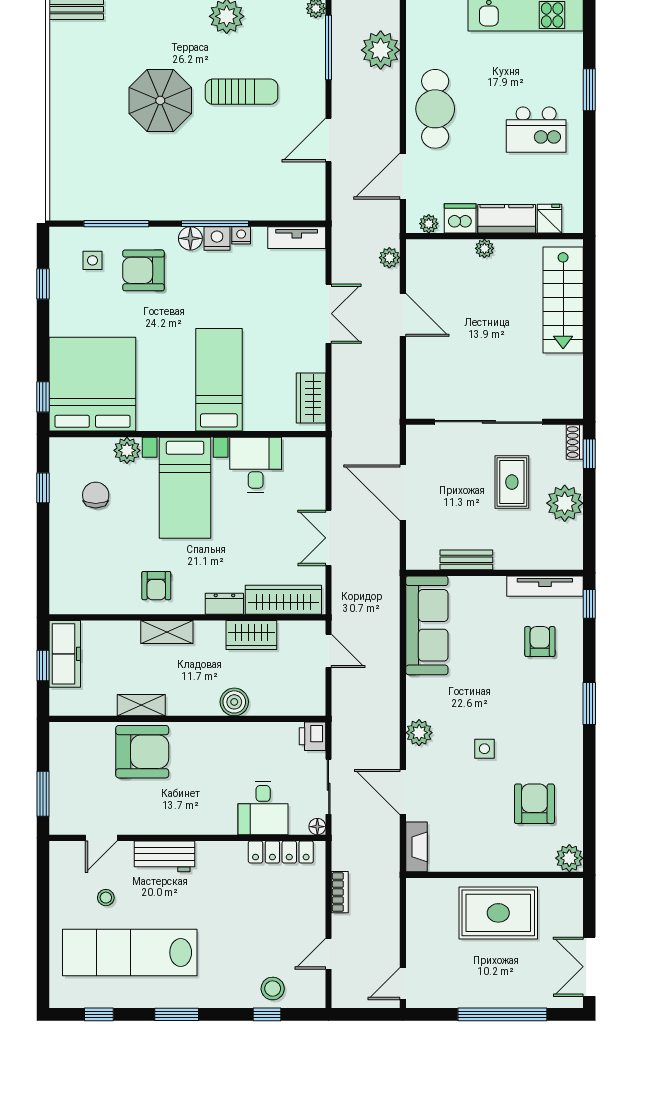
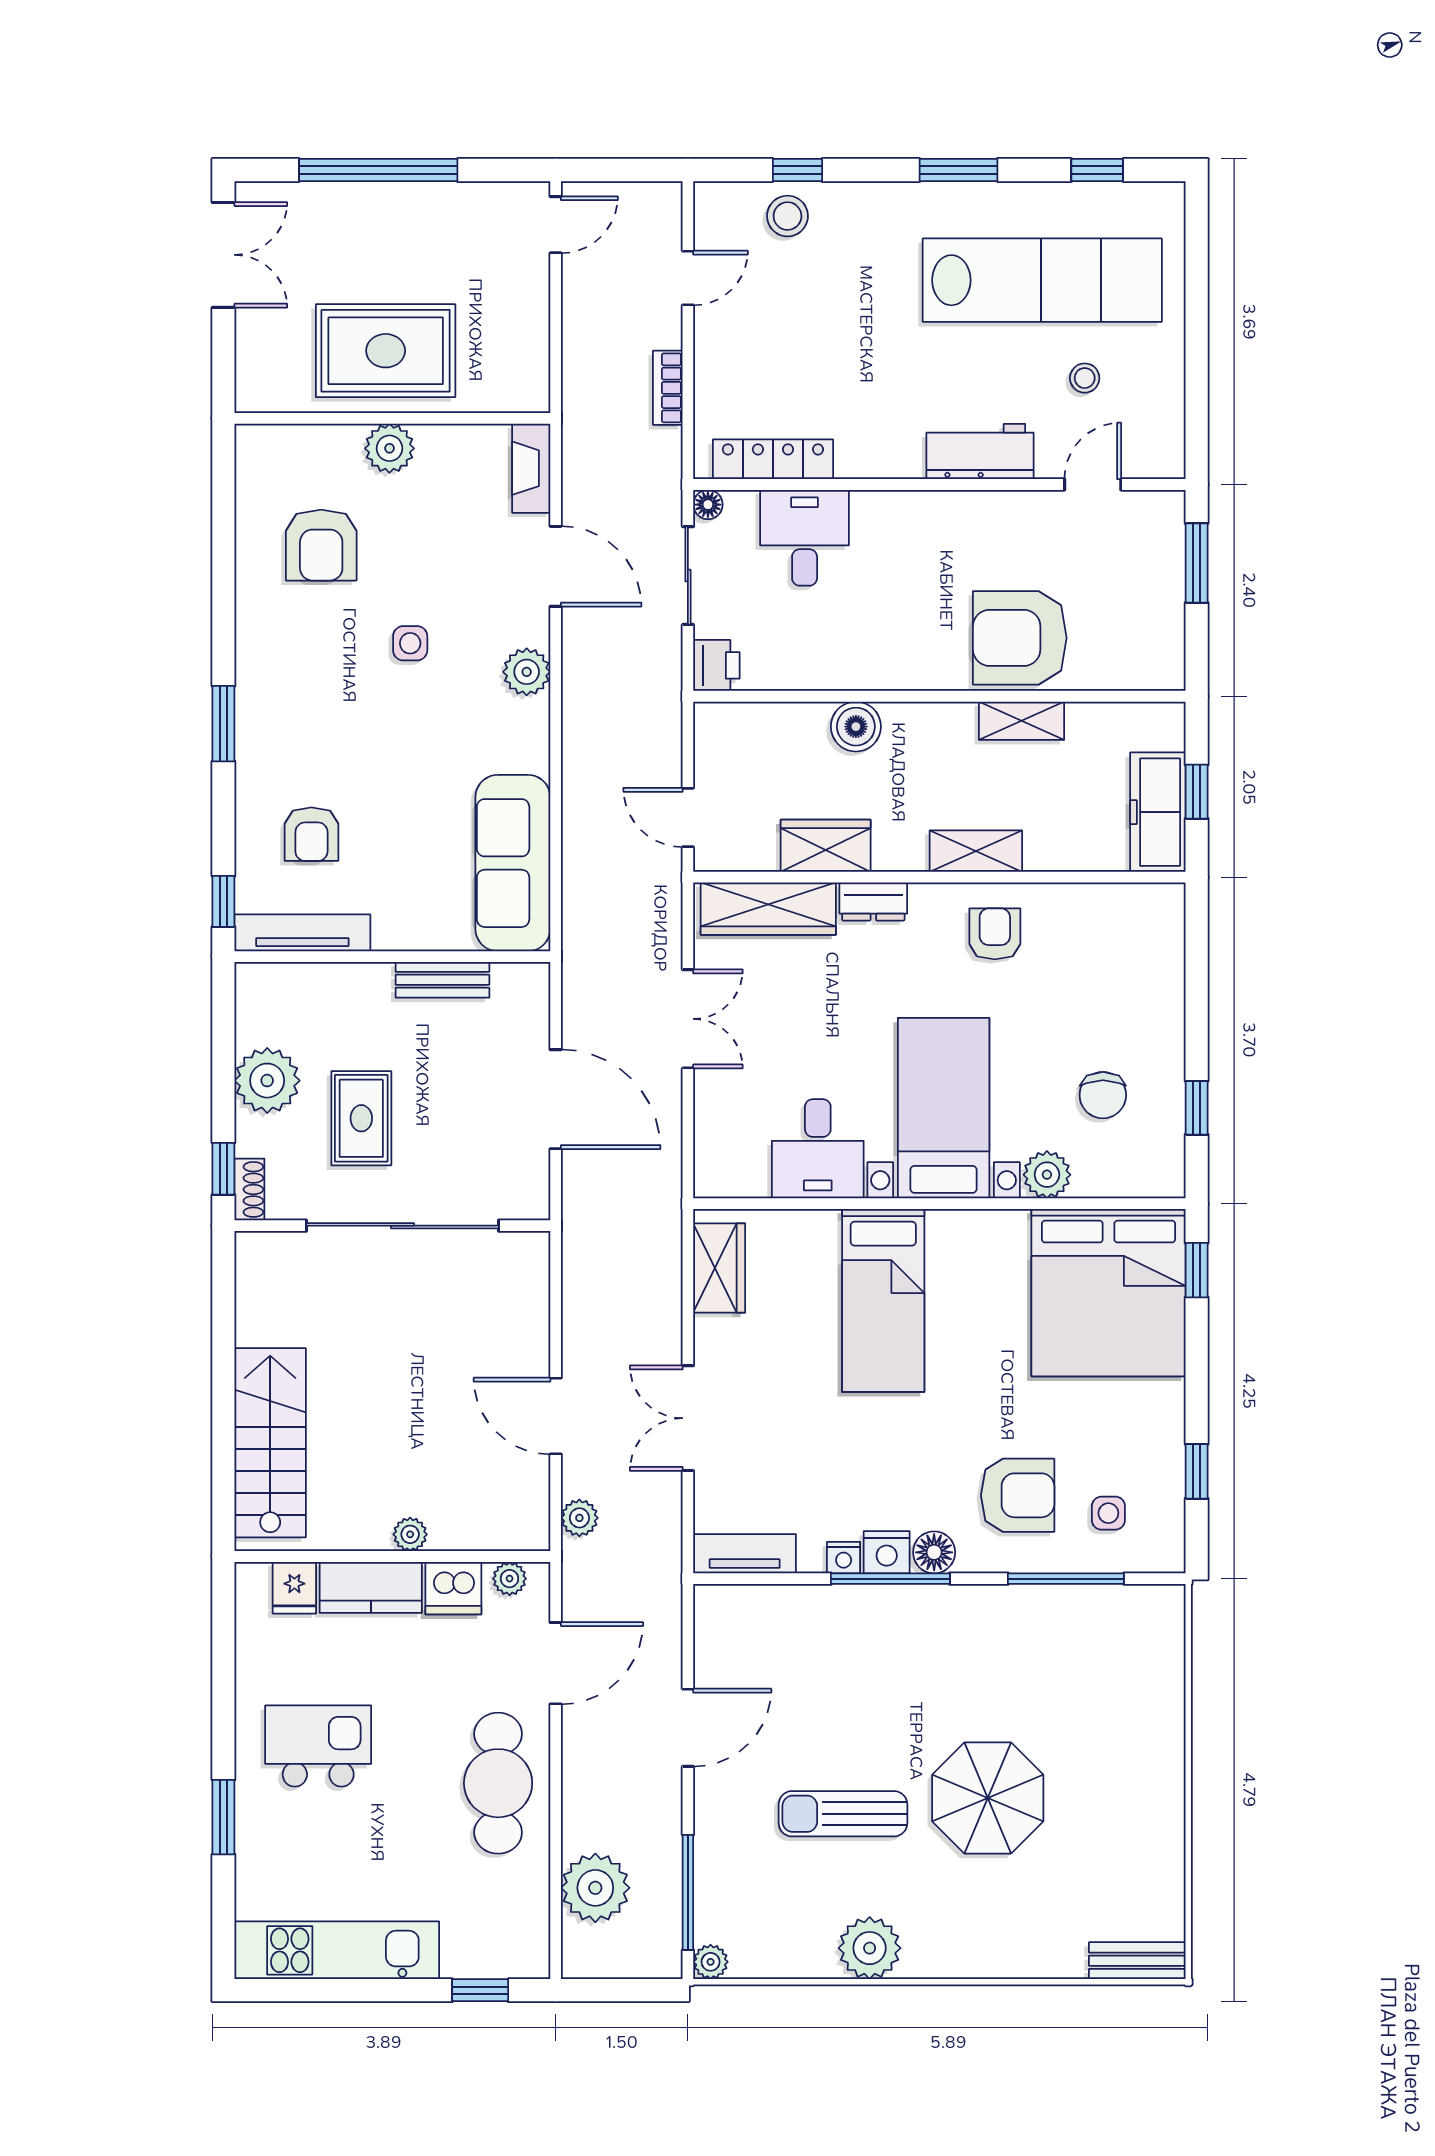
plant: (569, 858) -> (389, 448), moved

